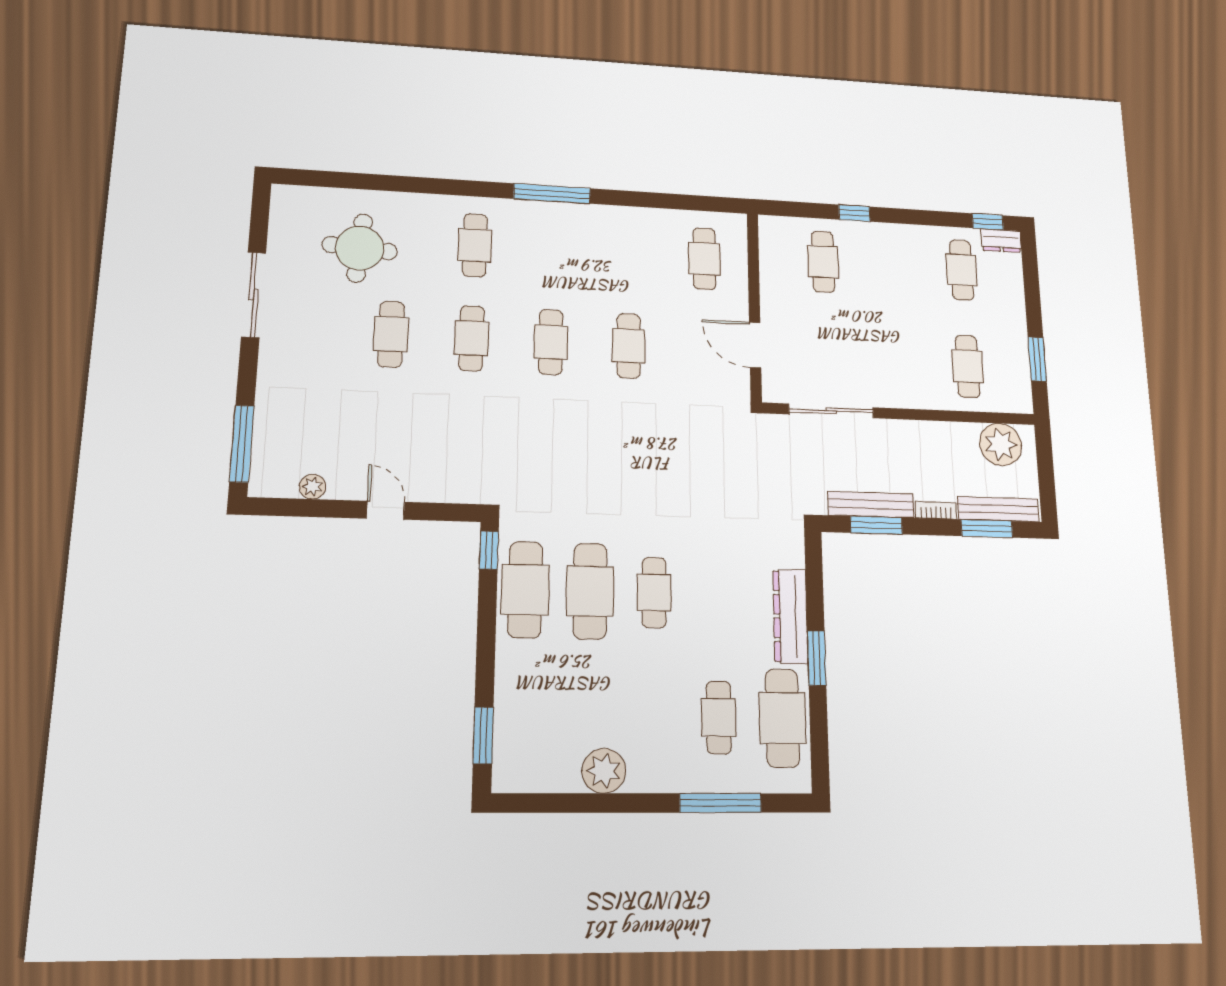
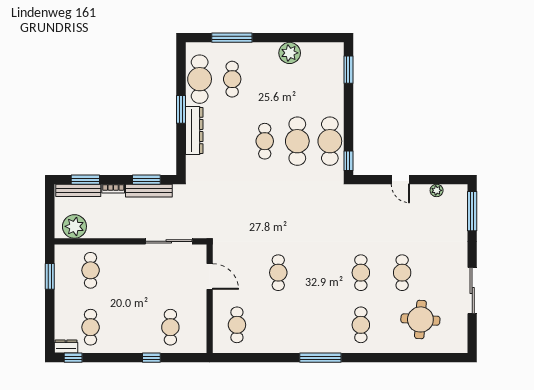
cafe table: (551, 342) -> (320, 273), removed

